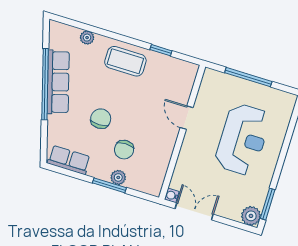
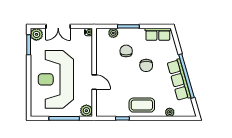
plant: (211, 78) -> (86, 111), added
reception desk: (243, 139) -> (56, 79), width x1.36, depth x1.30
plant: (118, 177) -> (113, 33), moved
double door: (194, 211) -> (58, 26), moved

